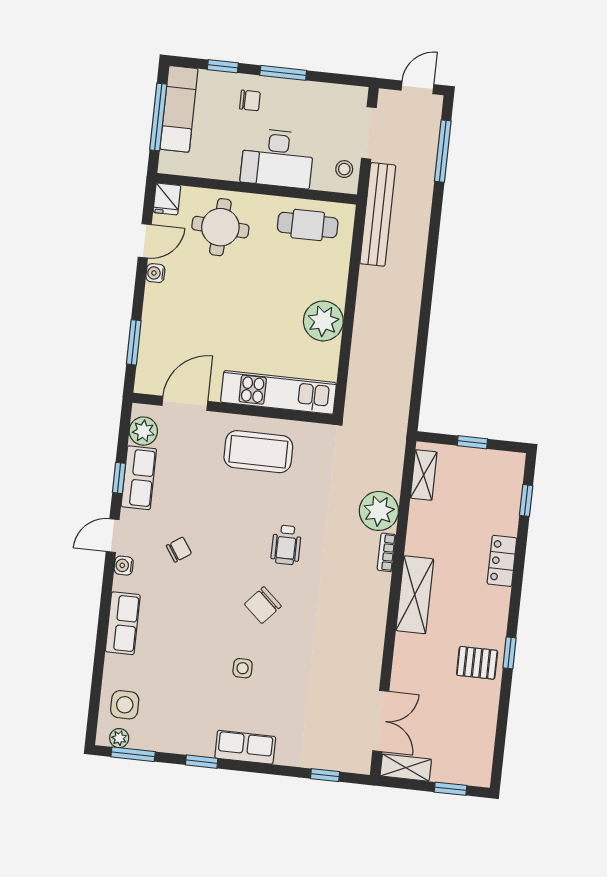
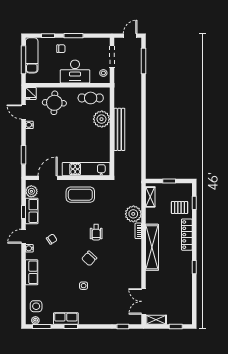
bench: (378, 214) -> (119, 129), moved
door: (145, 241) -> (23, 112), swing flipped
plant: (323, 321) -> (102, 119), moved
locker: (502, 561) -> (187, 235), width x1.53
shelving: (415, 595) -> (152, 247), width x1.47
pallet: (477, 663) -> (180, 207), moved
double door: (381, 721) -> (144, 301), swing flipped
row of seats: (245, 747) -> (66, 318), moved

